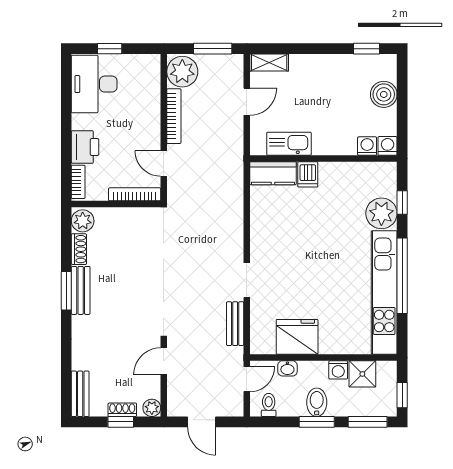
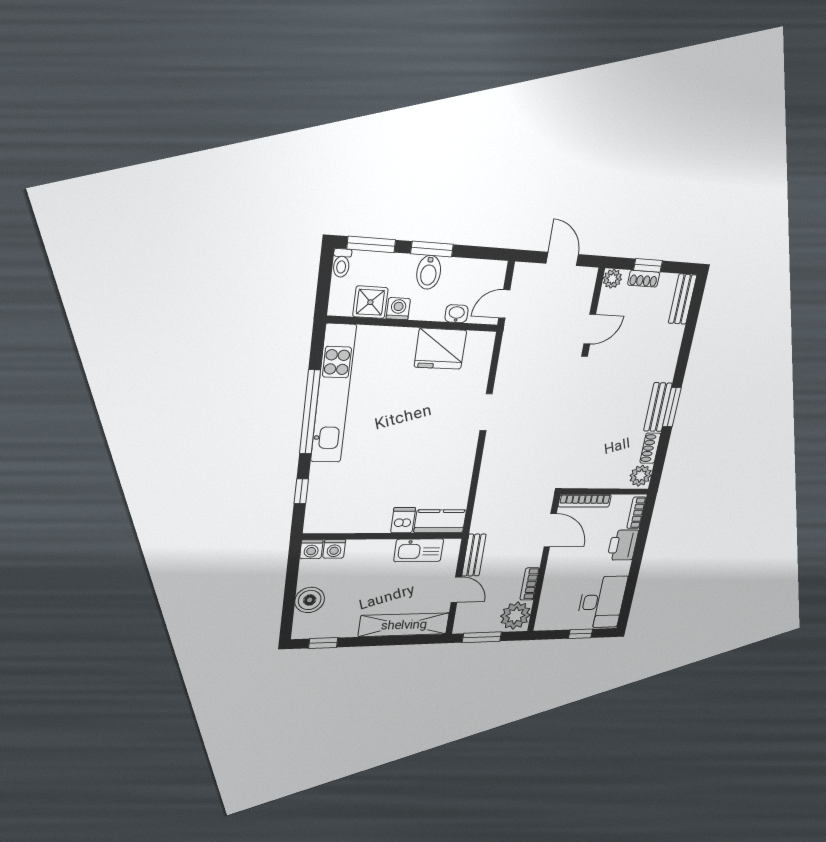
shelving: (269, 62) -> (404, 625), width x2.20, depth x1.33
door: (247, 102) -> (456, 590), swing flipped
bookcase: (174, 116) -> (530, 584), width x0.64
door: (164, 164) -> (550, 530), width x1.38
plant: (381, 213) -> (326, 480), removed
bench: (235, 324) -> (474, 555), moved
window: (402, 395) -> (325, 274), removed
toilet: (269, 405) -> (342, 263), moved

